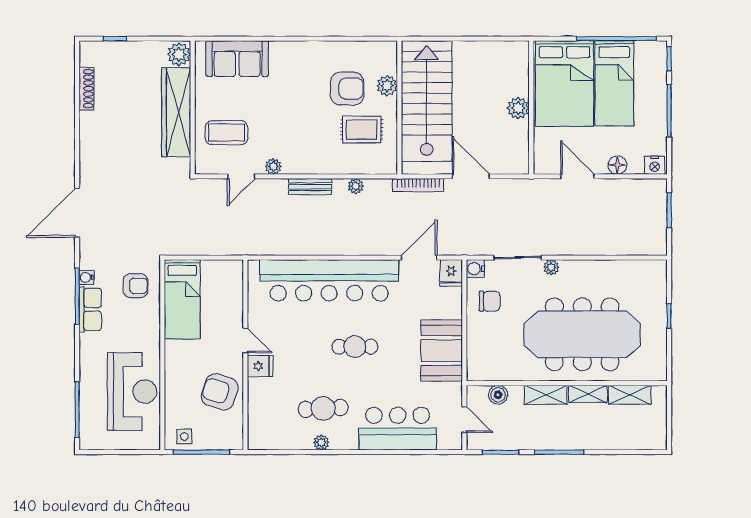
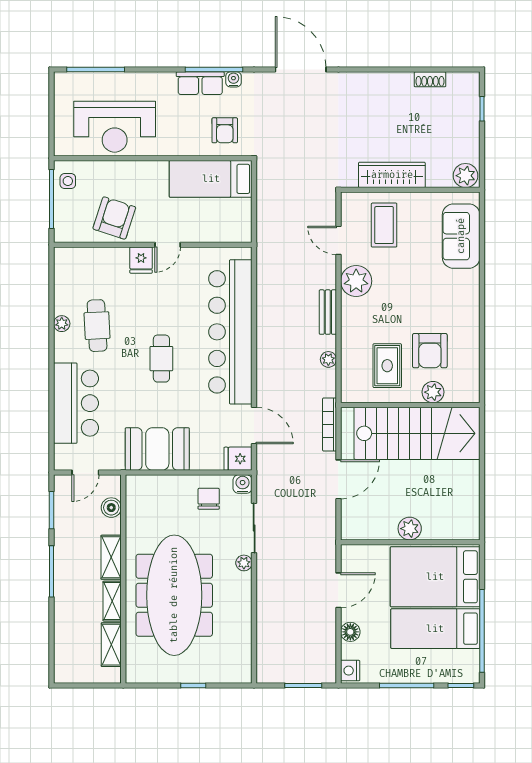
shoe rack: (87, 89) -> (430, 79), width x0.70
wardrobe: (176, 112) -> (392, 175), width x0.71, depth x0.85
plant: (273, 166) -> (356, 281), width x1.88, depth x1.88
chair: (490, 301) -> (209, 499), turned 180

